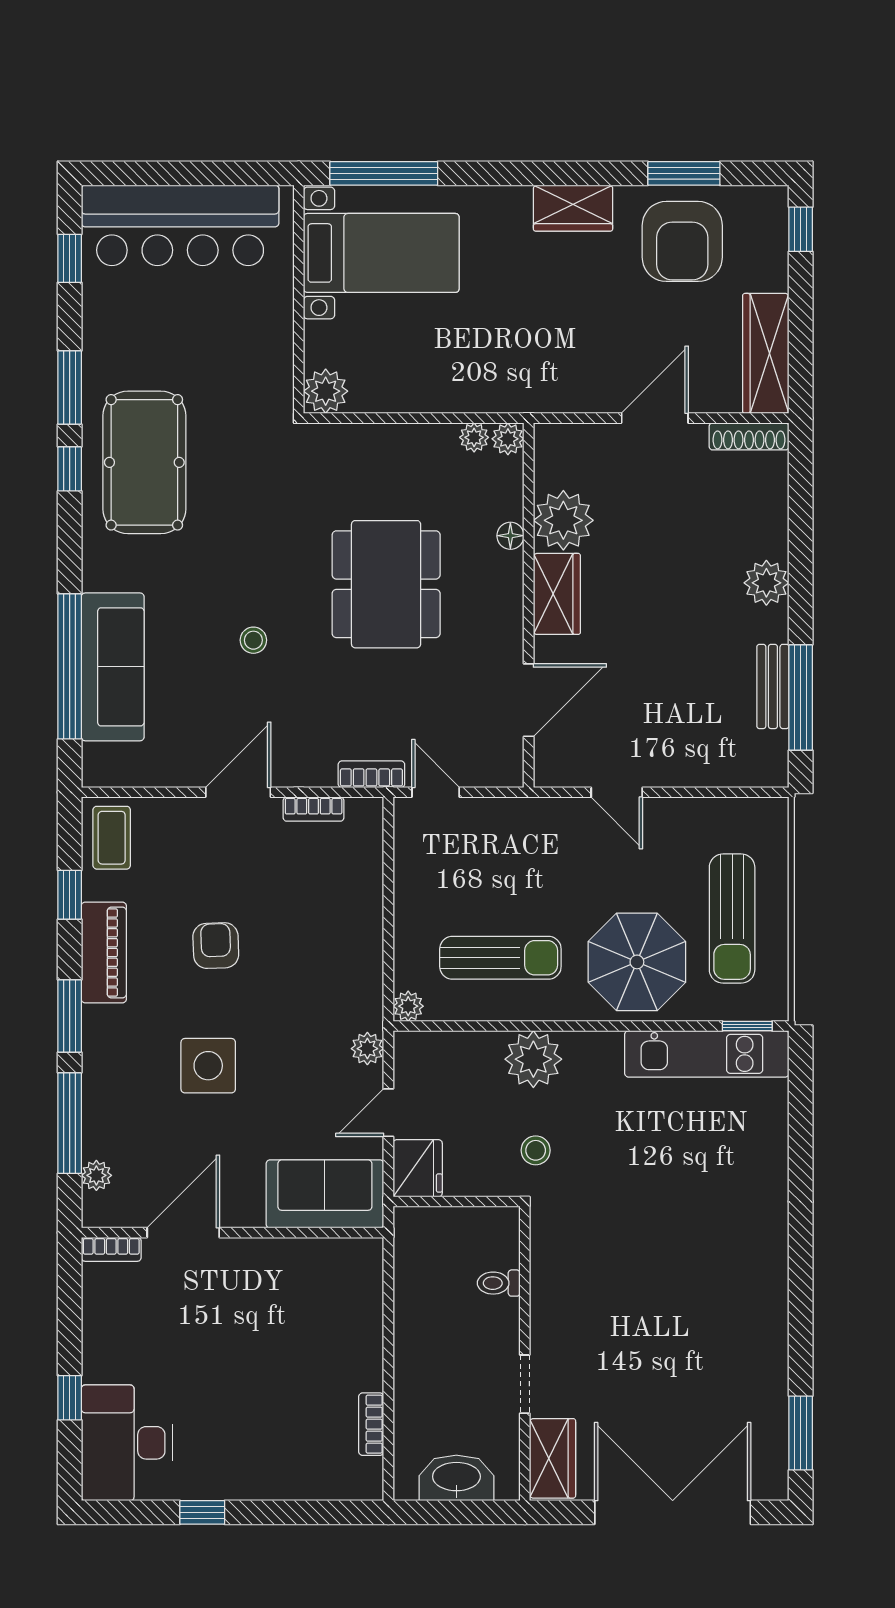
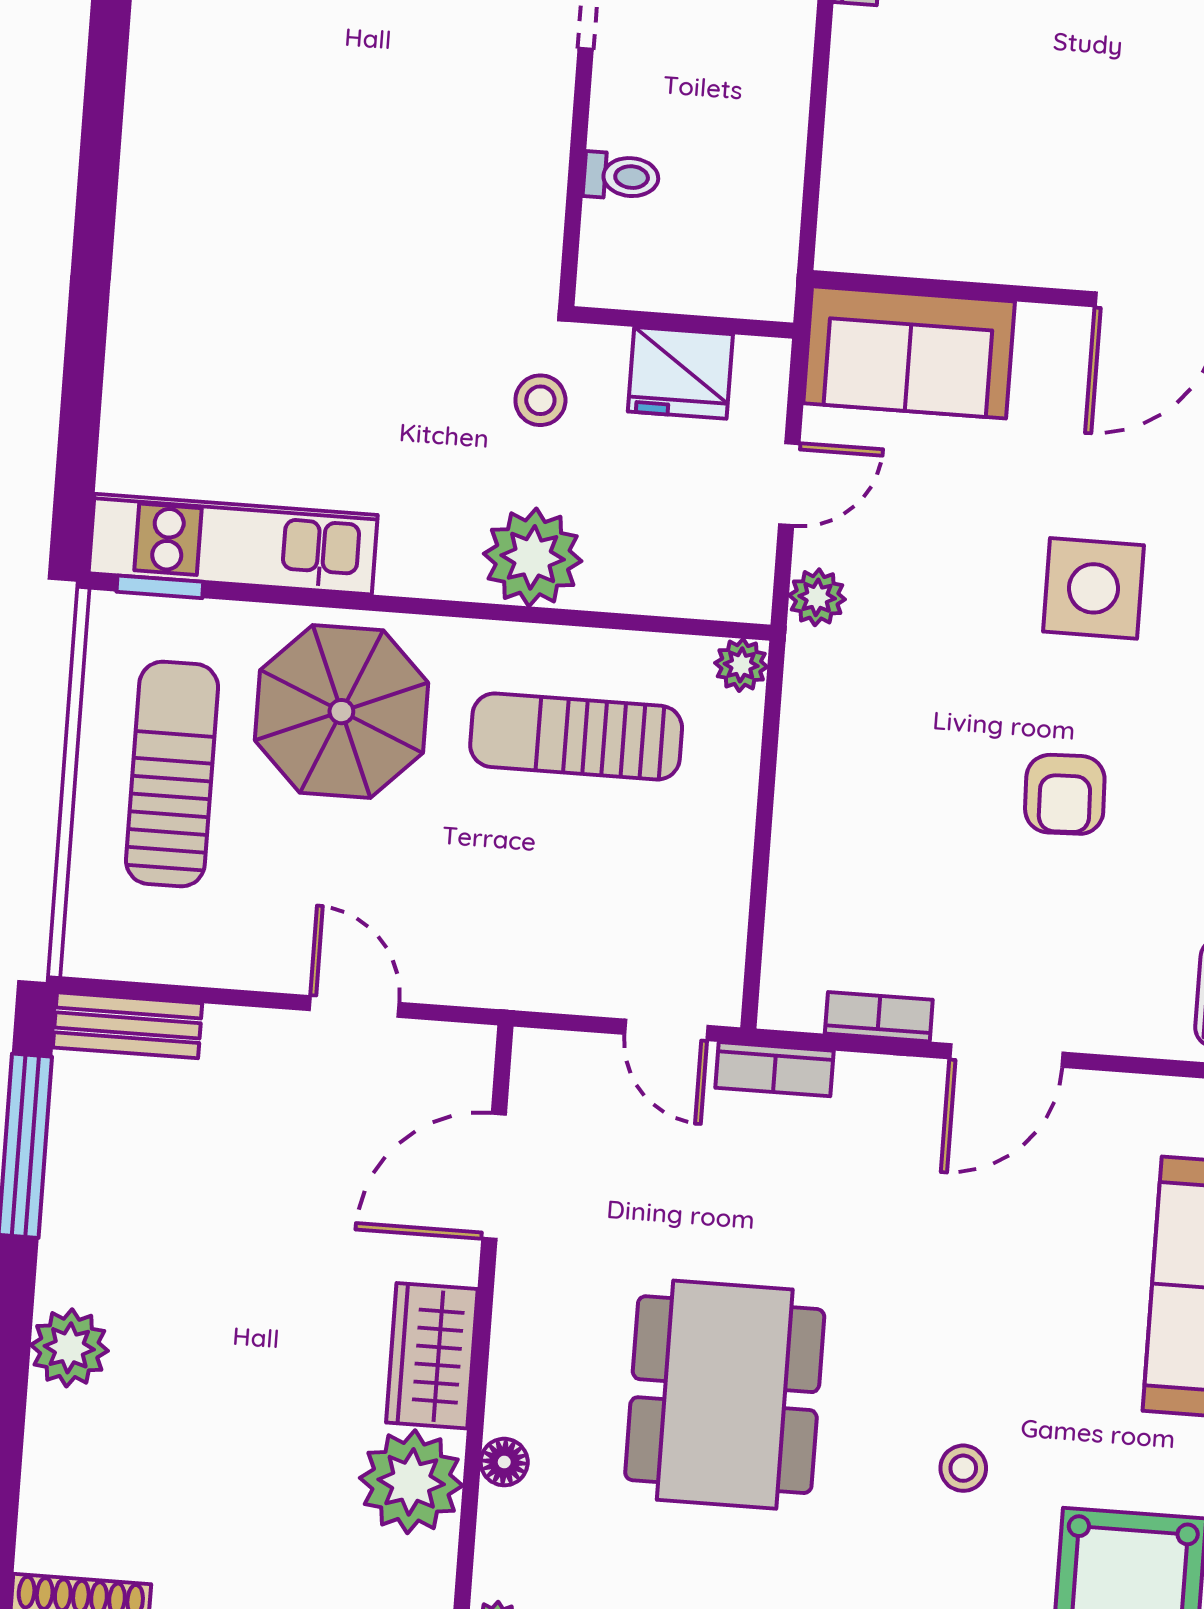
stool: (253, 640) -> (963, 1468), moved
bench: (773, 686) -> (127, 1025), moved, turned 90
fridge: (418, 1168) -> (680, 373), moved, turned -90

